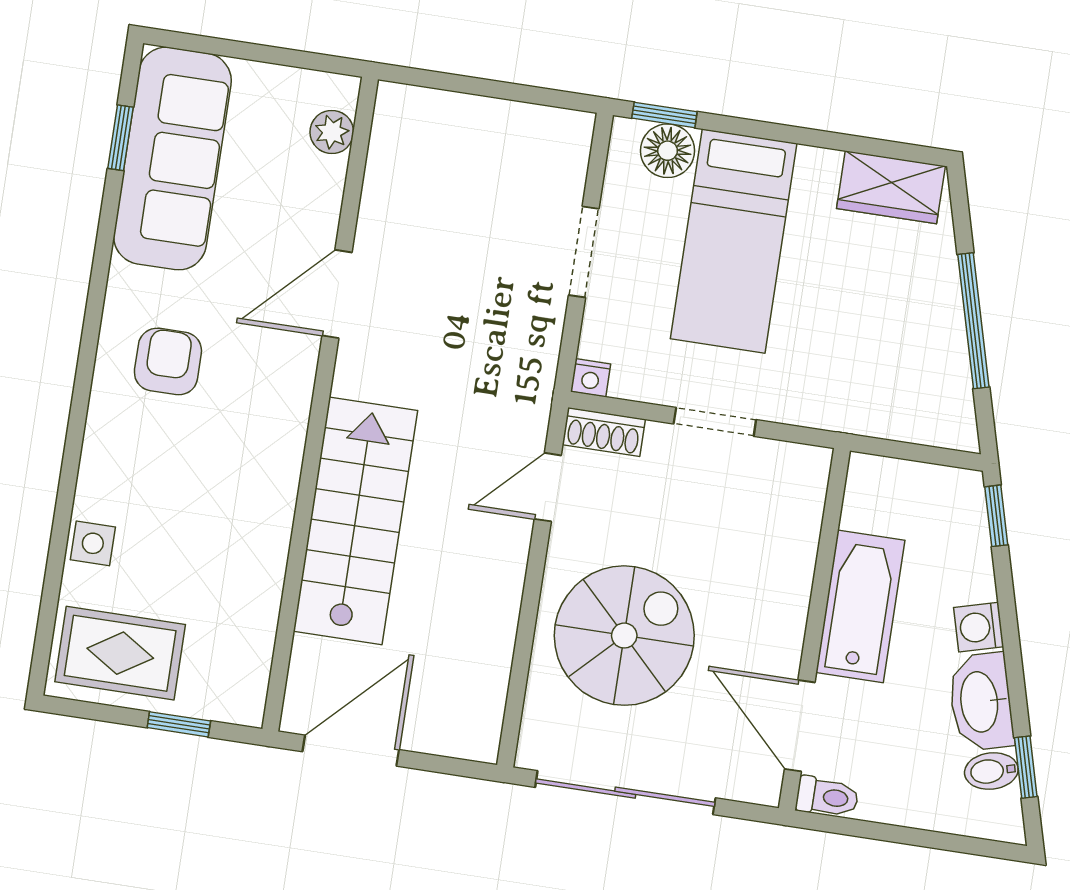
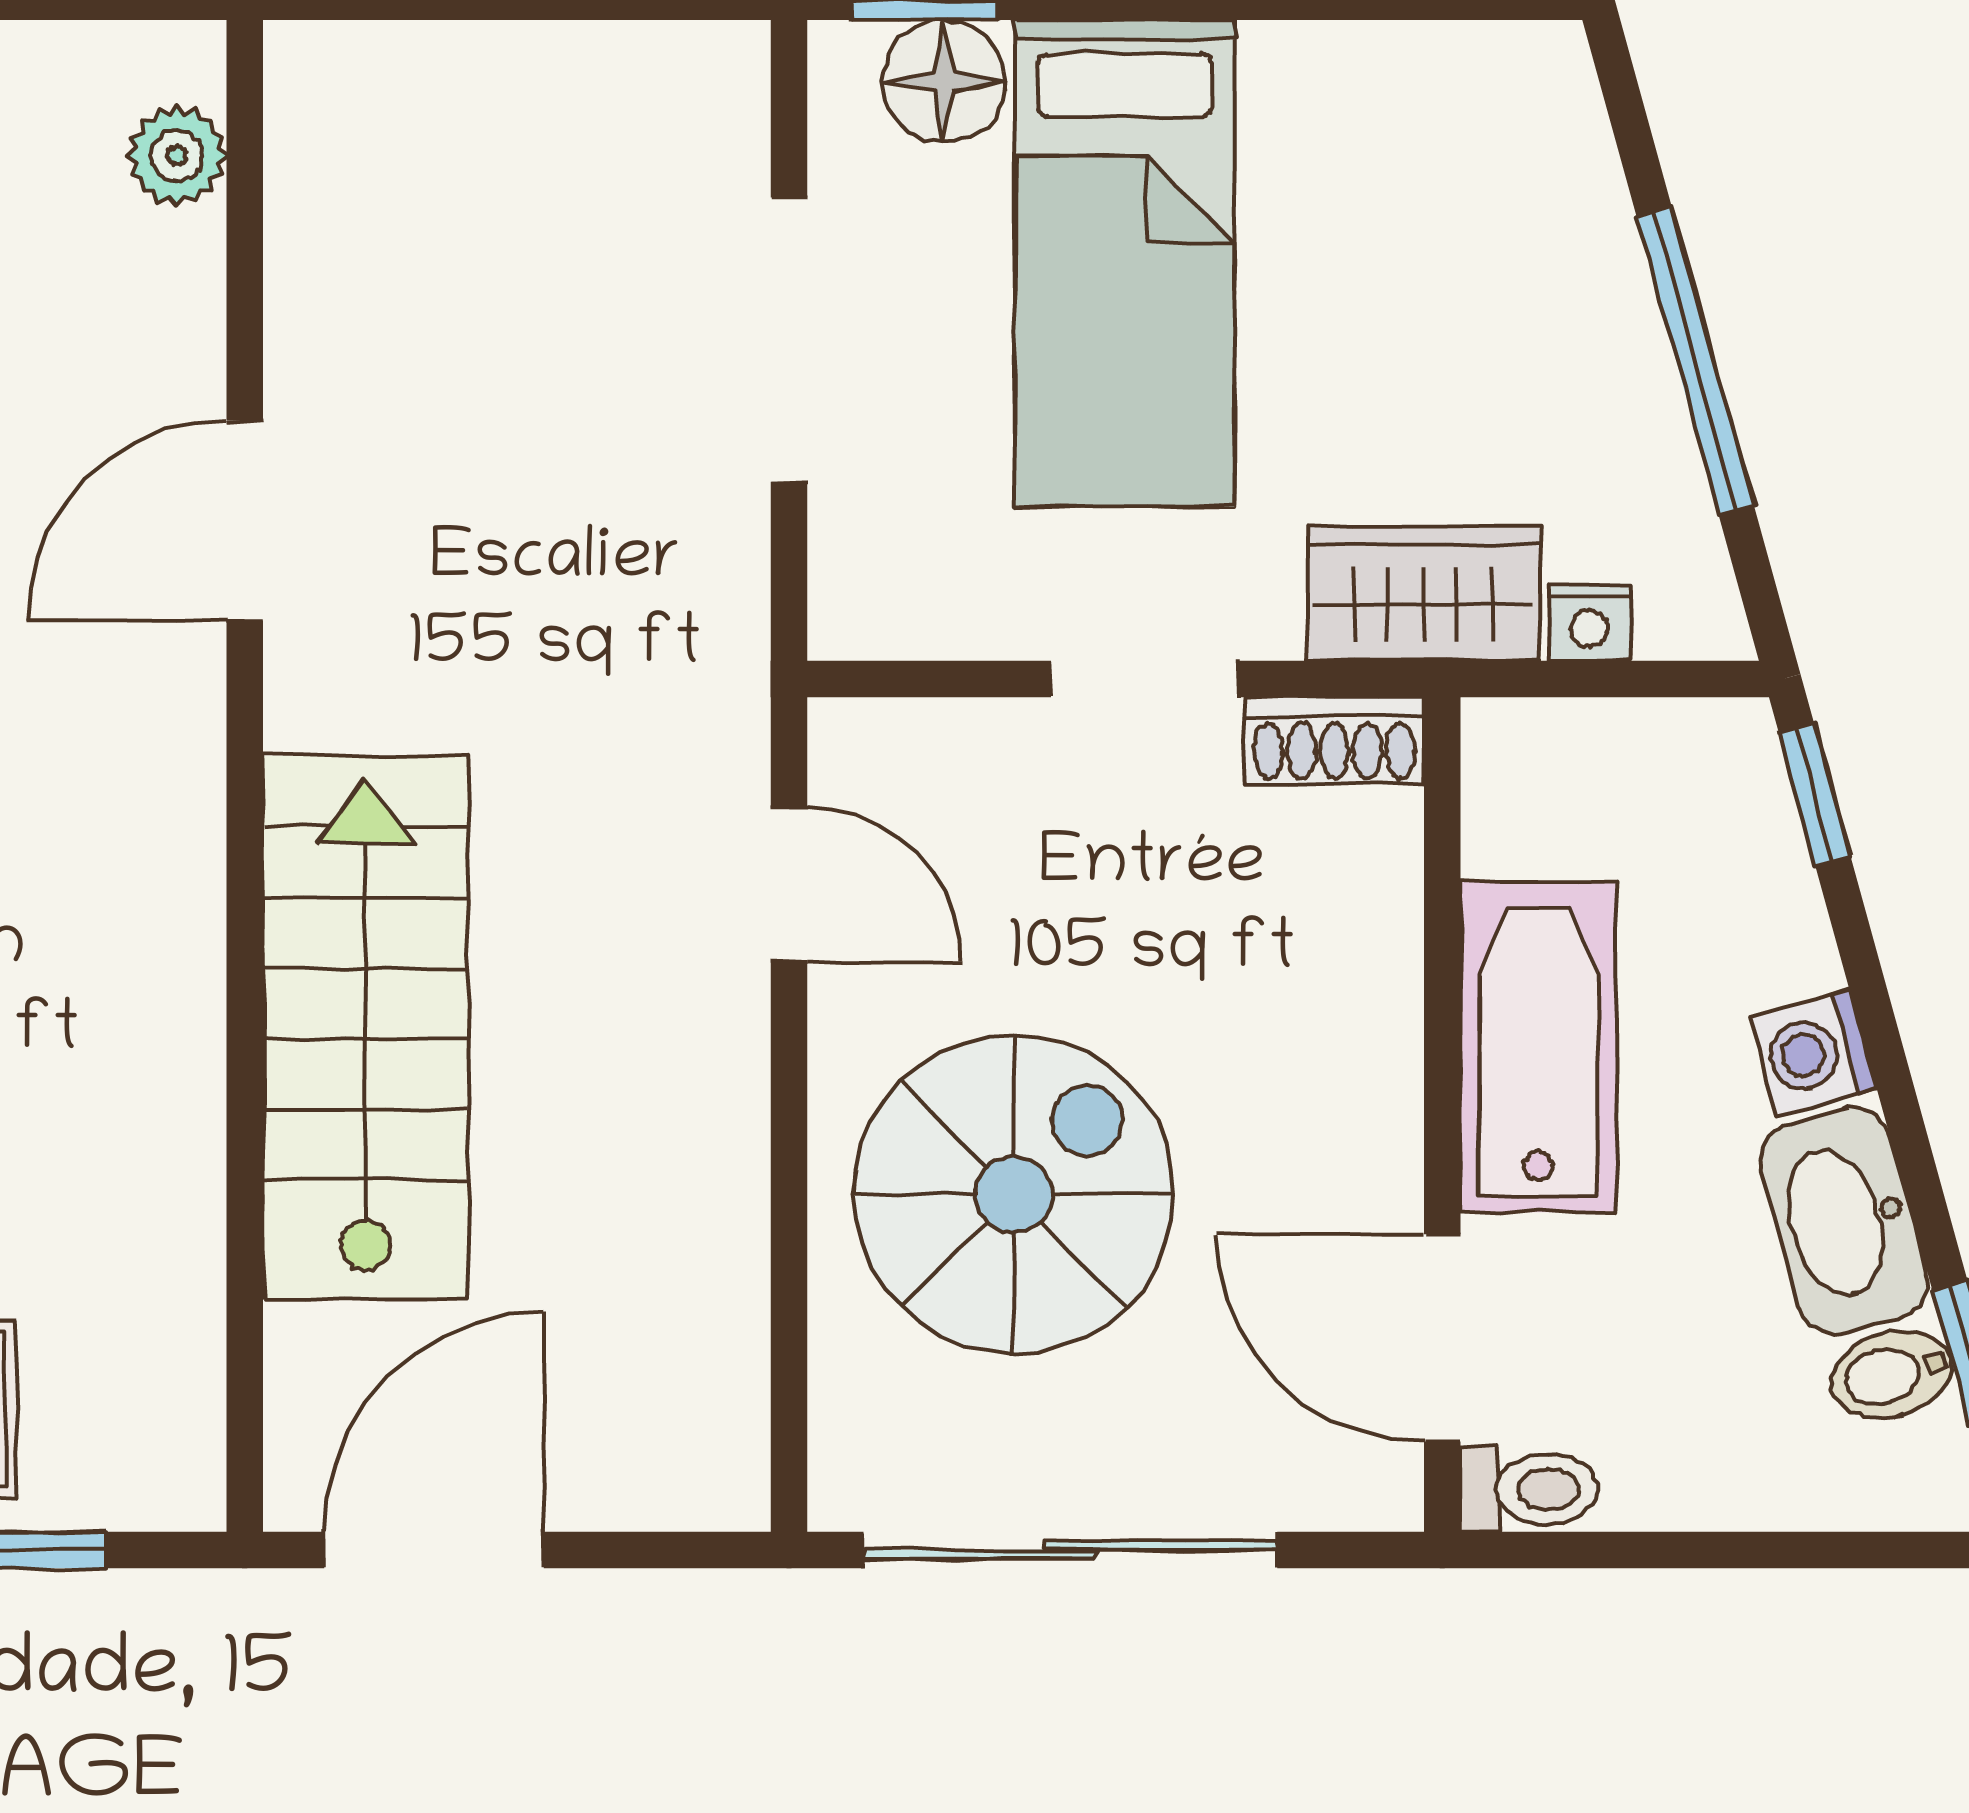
wardrobe: (891, 187) -> (1423, 594), moved, turned 180
doorway: (584, 252) -> (789, 340), width x1.38
nightstand: (591, 378) -> (1589, 622), moved
shoe rack: (604, 432) -> (1335, 741), moved
door: (548, 487) -> (789, 885), swing flipped

